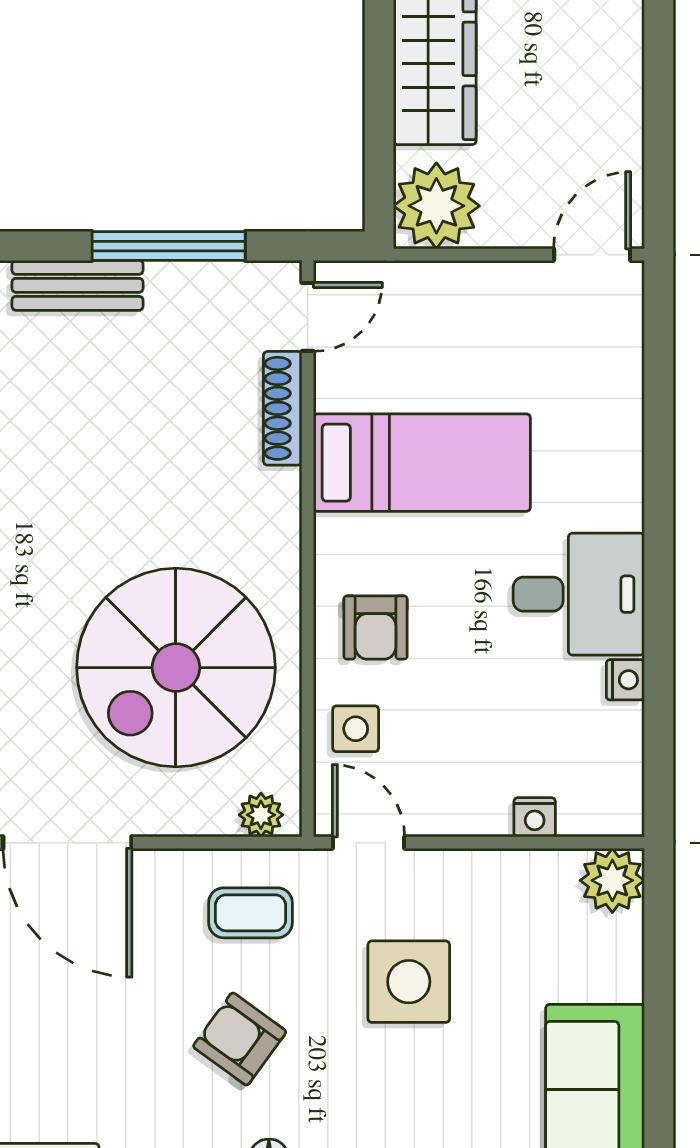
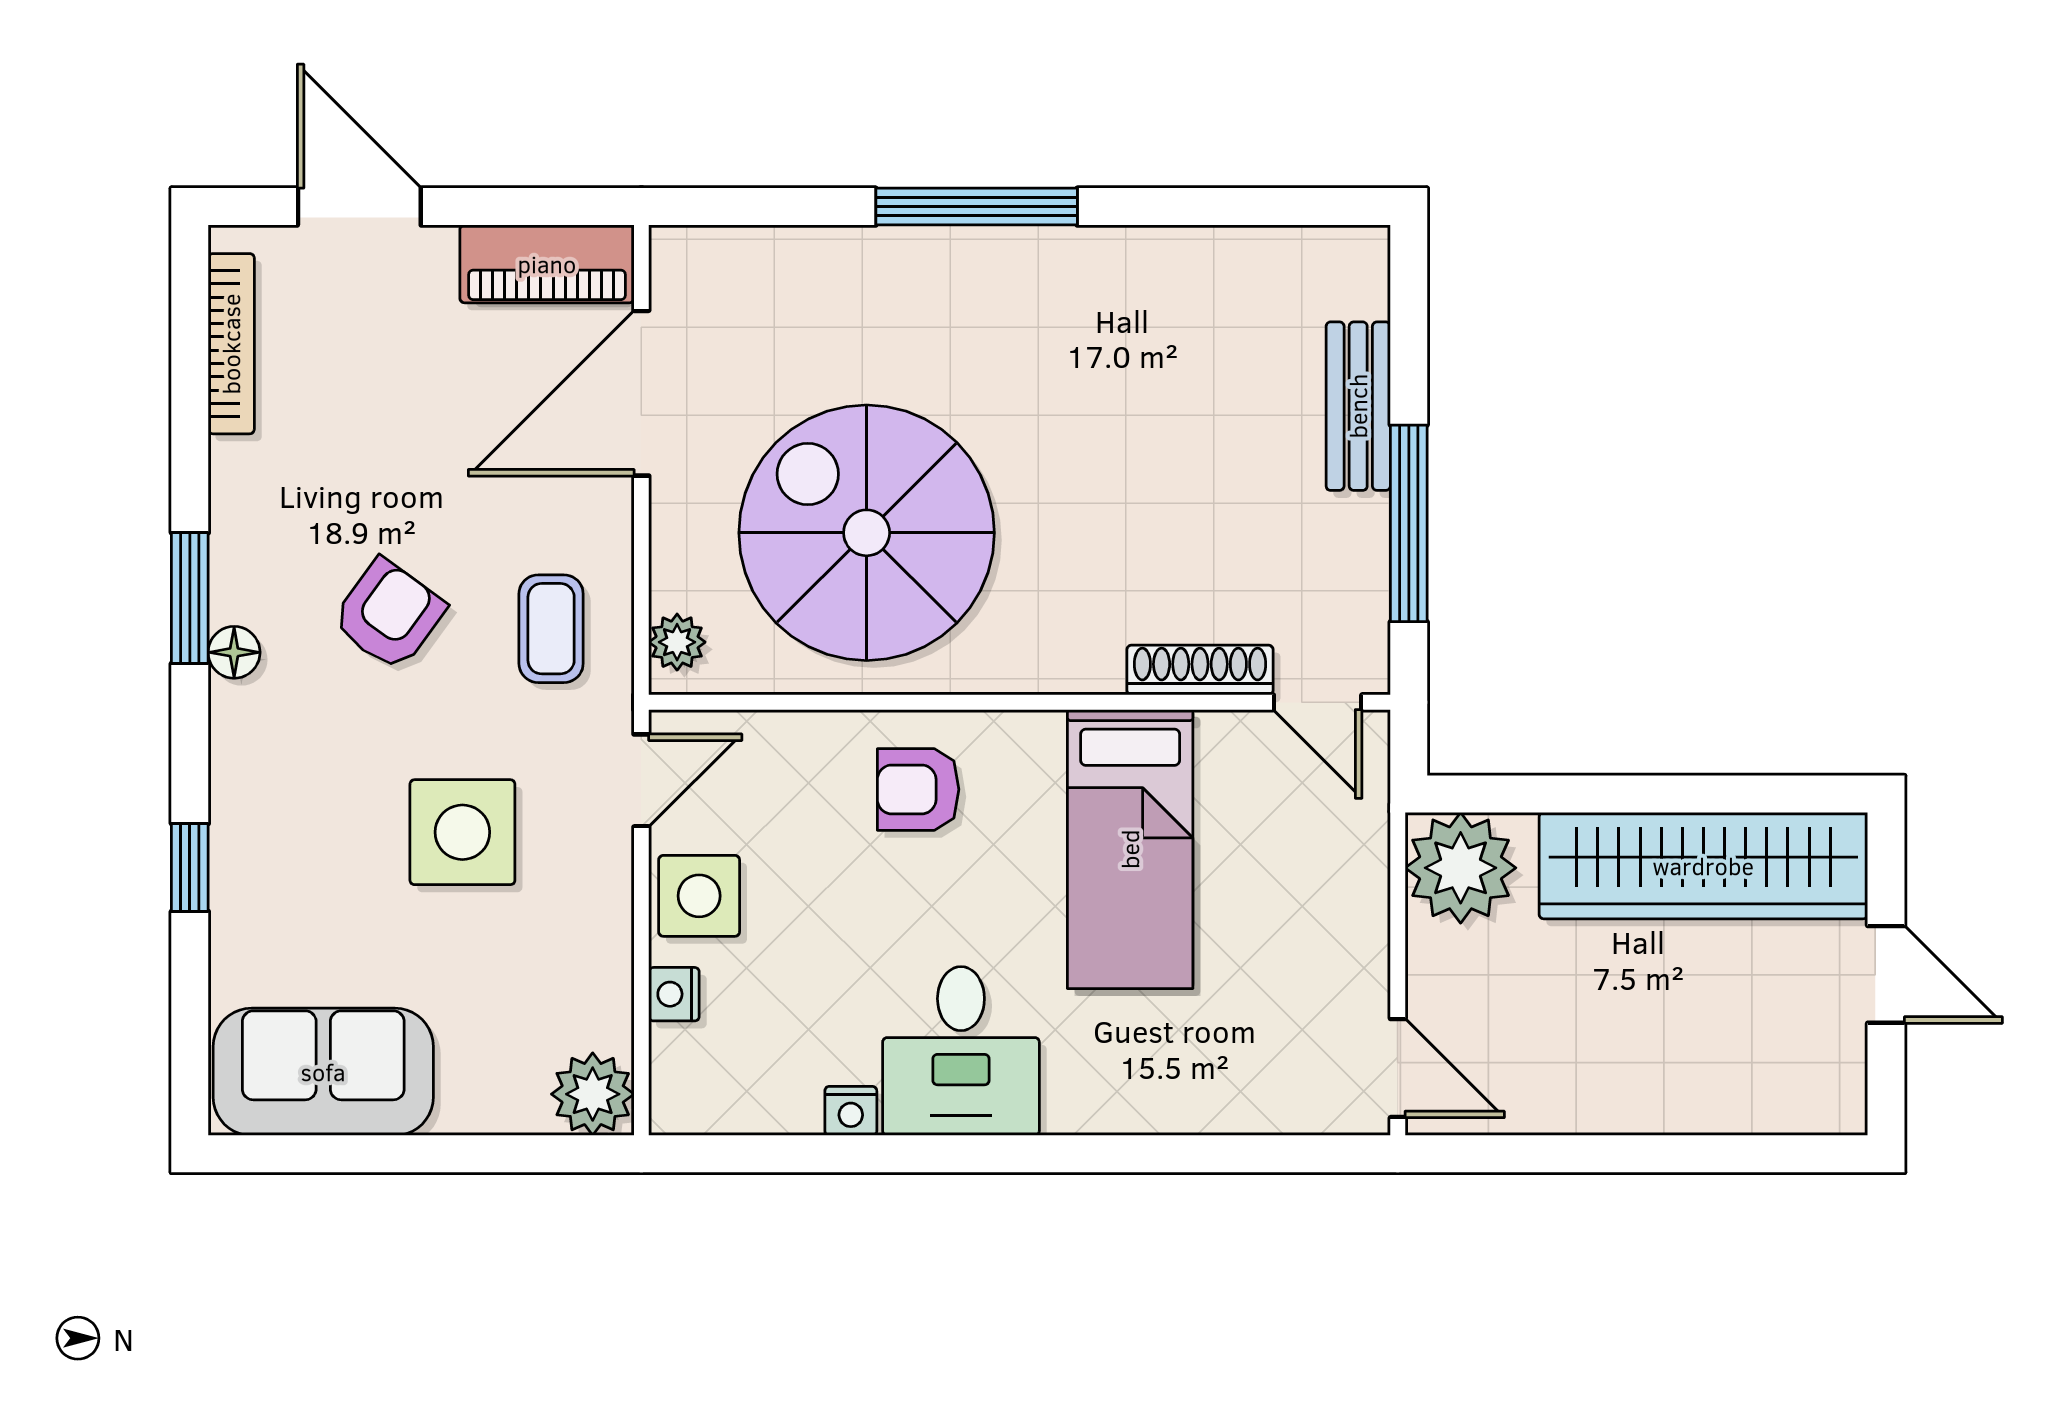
side table: (356, 729) -> (699, 896), moved, width x1.37, depth x1.37

